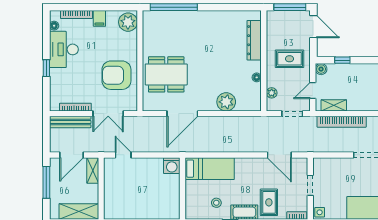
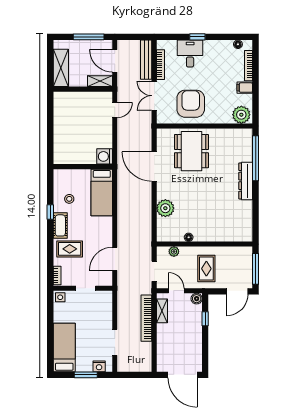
dresser: (254, 40) -> (246, 181), moved, turned -90
desk: (64, 49) -> (190, 54), moved, width x0.73

